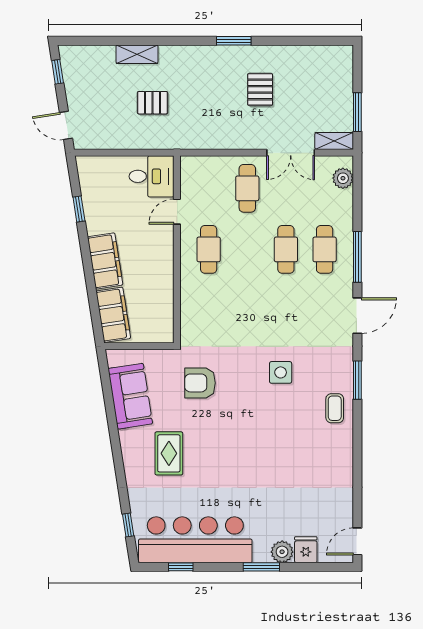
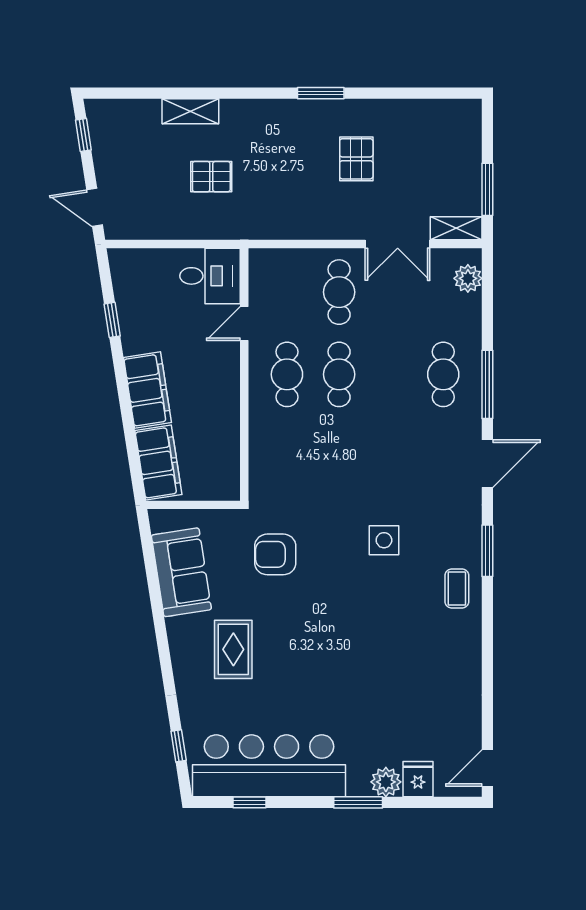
cafe table: (286, 249) -> (339, 374), moved

